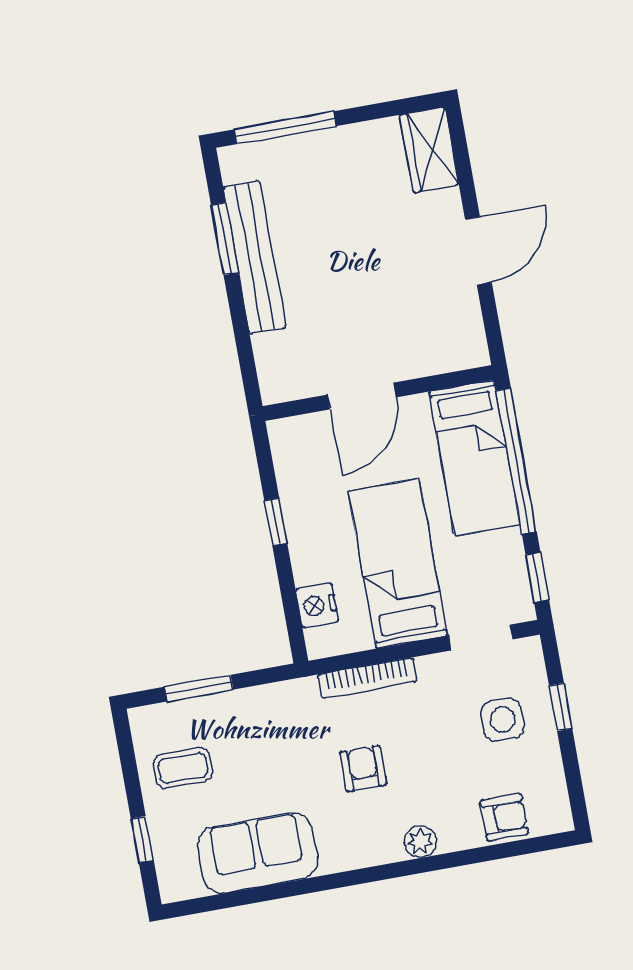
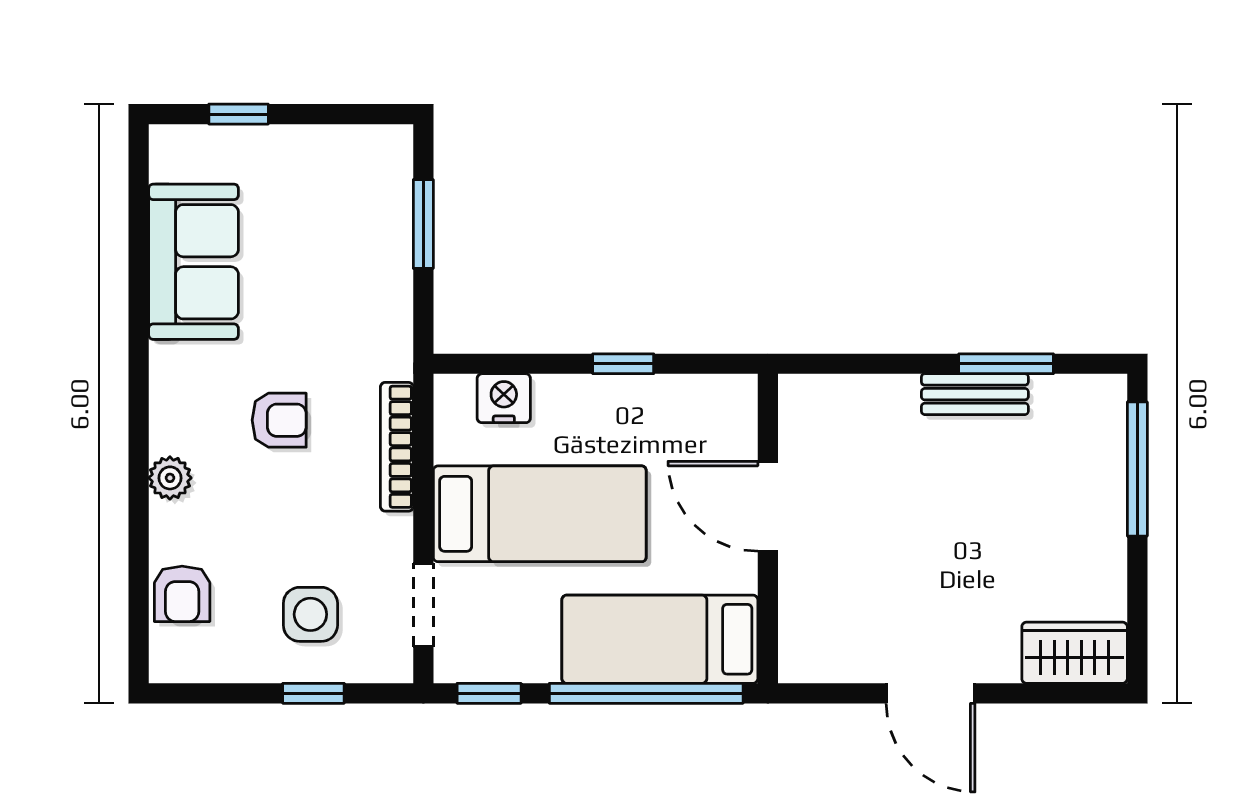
bench: (255, 257) -> (975, 394), width x0.54, depth x0.82
coffee table: (183, 768) -> (323, 184), removed

